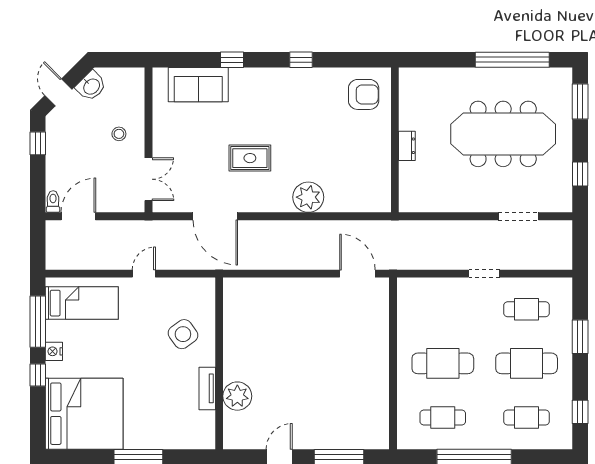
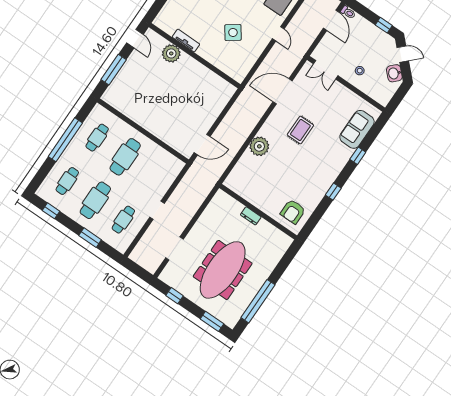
wall: (219, 363) -> (195, 56), moved
tv unit: (207, 388) -> (186, 41), moved
plant: (237, 396) -> (171, 53), moved

